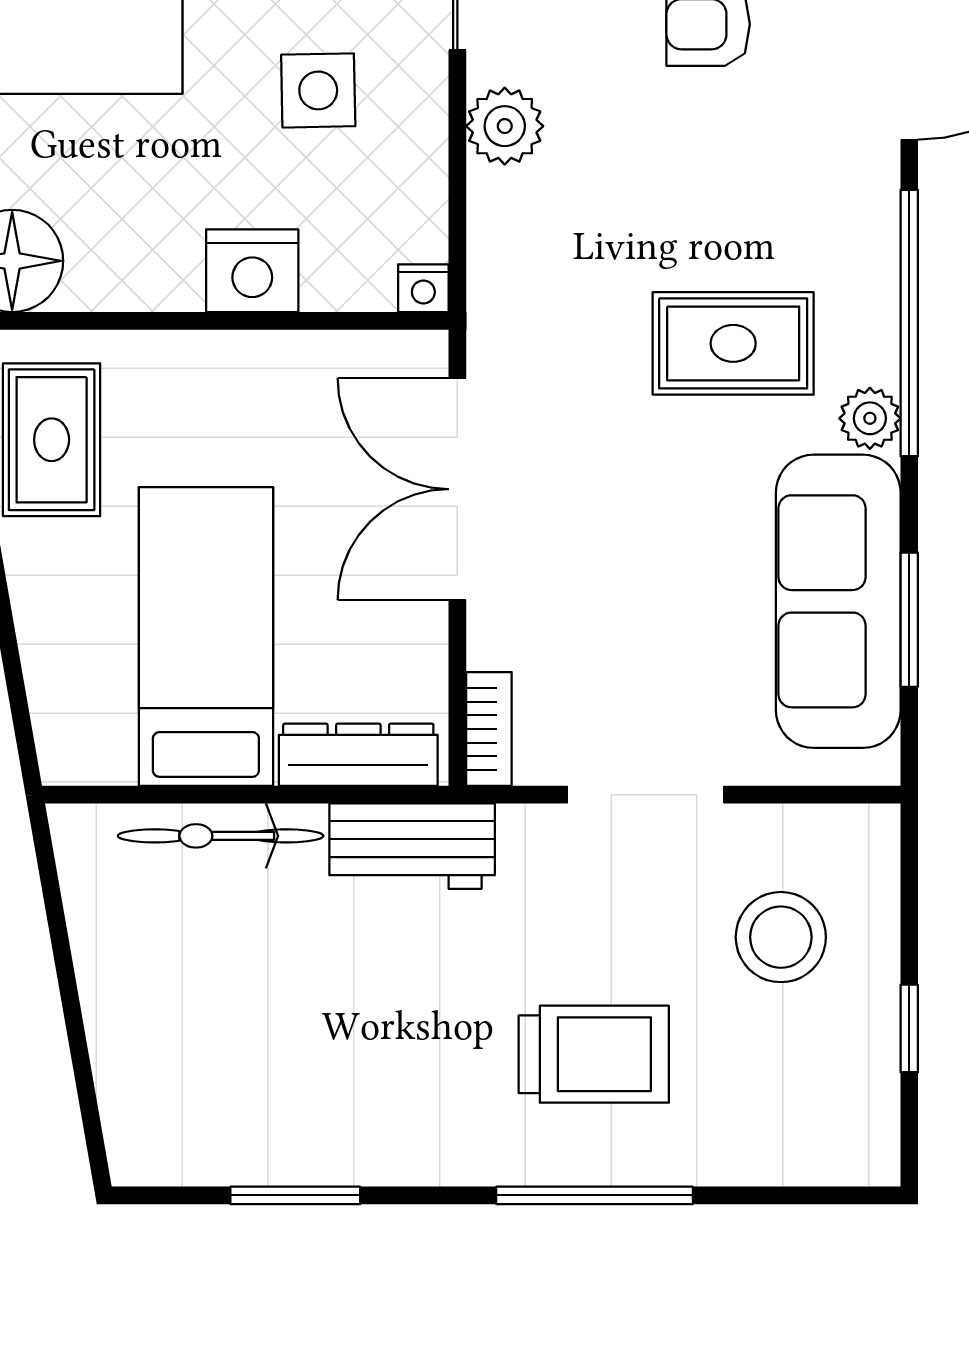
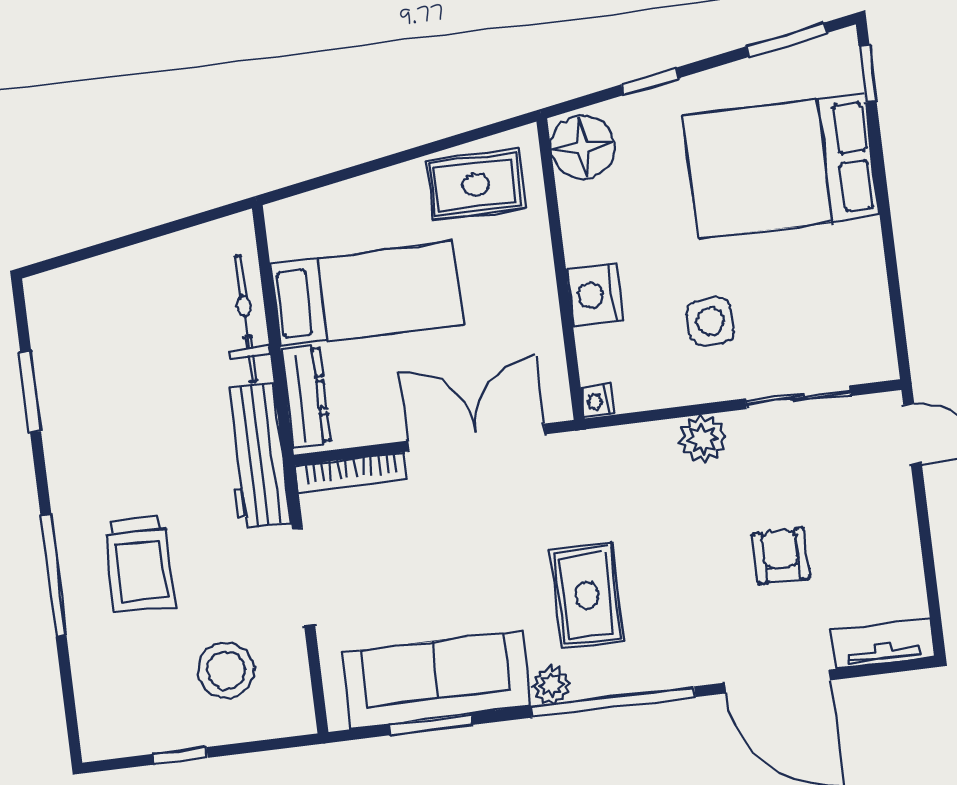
bookcase: (489, 729) -> (351, 473), width x1.56
workbench: (412, 846) -> (256, 456), width x1.38

